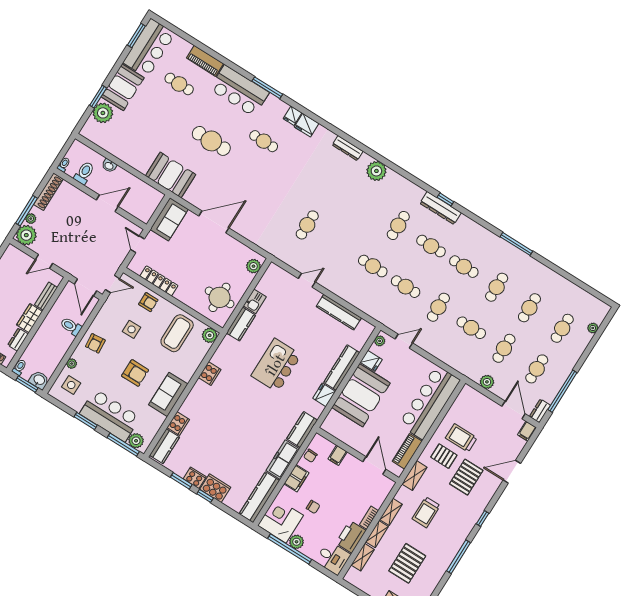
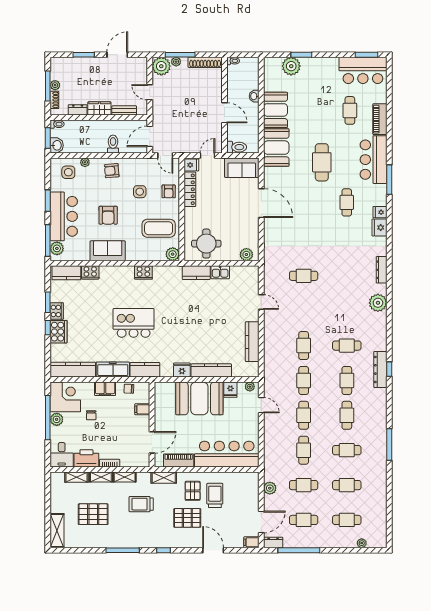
booth: (123, 87) -> (275, 110), moved, turned 90
toilet: (84, 173) -> (237, 147), moved
fridge: (137, 265) -> (191, 165), added
cafe table: (438, 307) -> (304, 415), turned 90
kitchen island: (276, 365) -> (134, 323), moved

